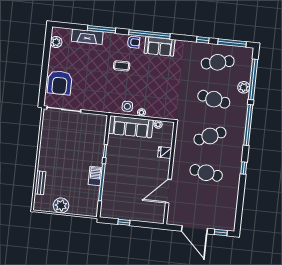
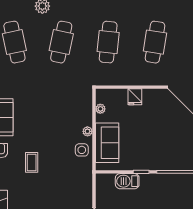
sofa: (131, 127) -> (107, 143), width x0.73
cafe table: (210, 136) -> (108, 42), turned 30
barbecue: (95, 176) -> (127, 181), moved

